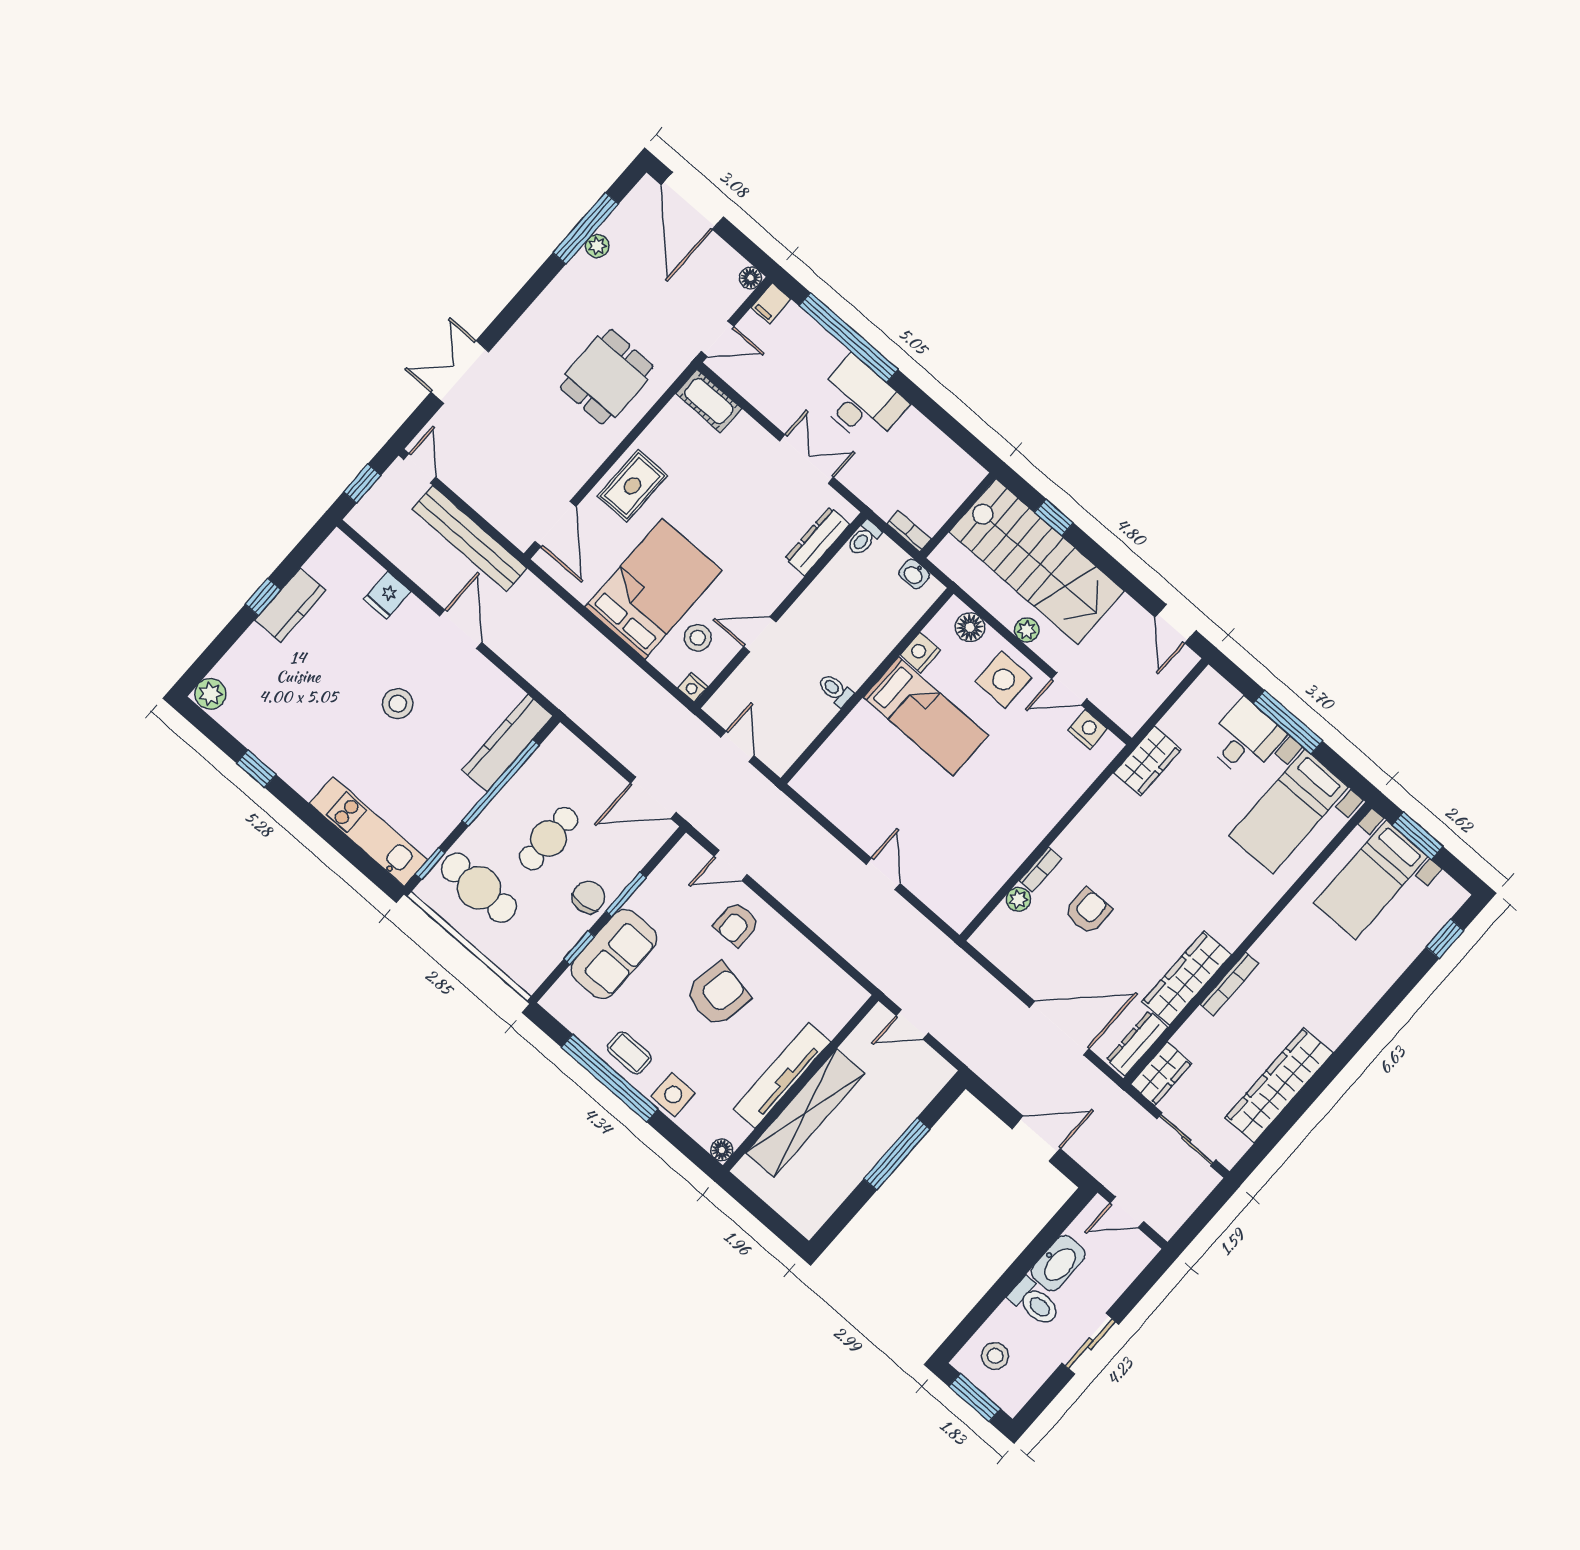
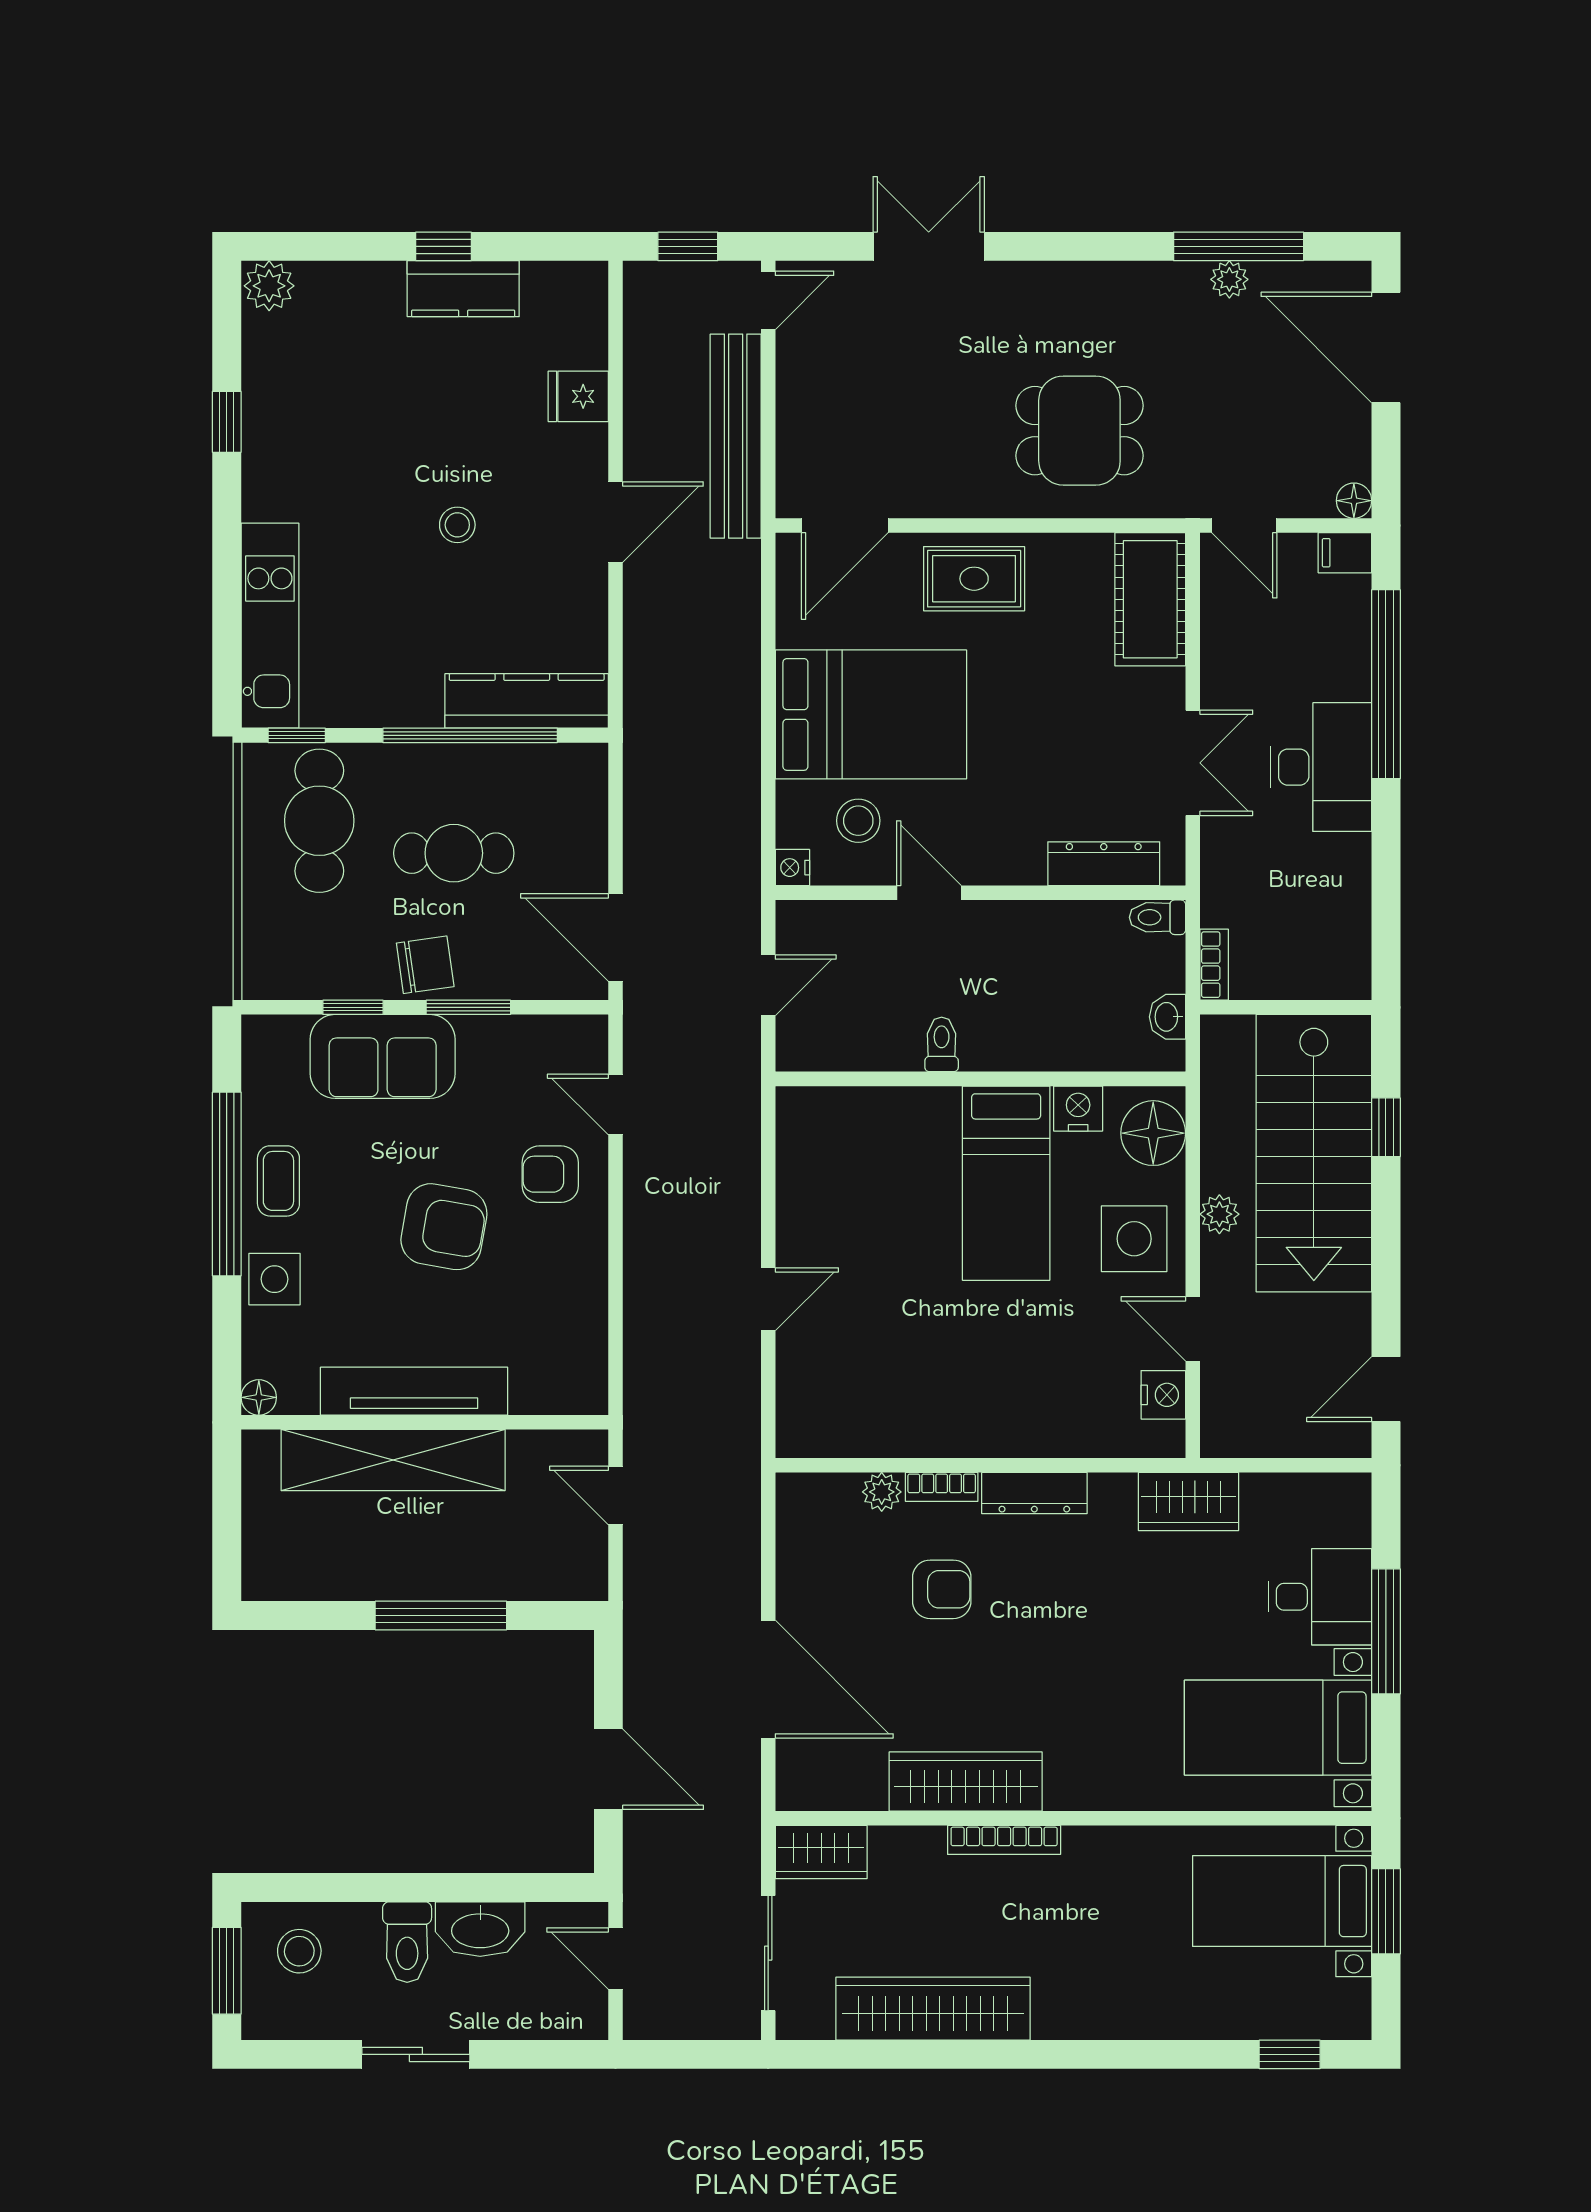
door: (692, 201) -> (1386, 347), hinge flipped
cot: (709, 401) -> (1150, 599), width x1.37, depth x1.34
floor lamp: (970, 627) -> (1153, 1133), width x1.38, depth x1.38
stool: (398, 704) -> (457, 525), width x0.73, depth x0.73
dresser: (1137, 1043) -> (1034, 1493), moved, turned 180

